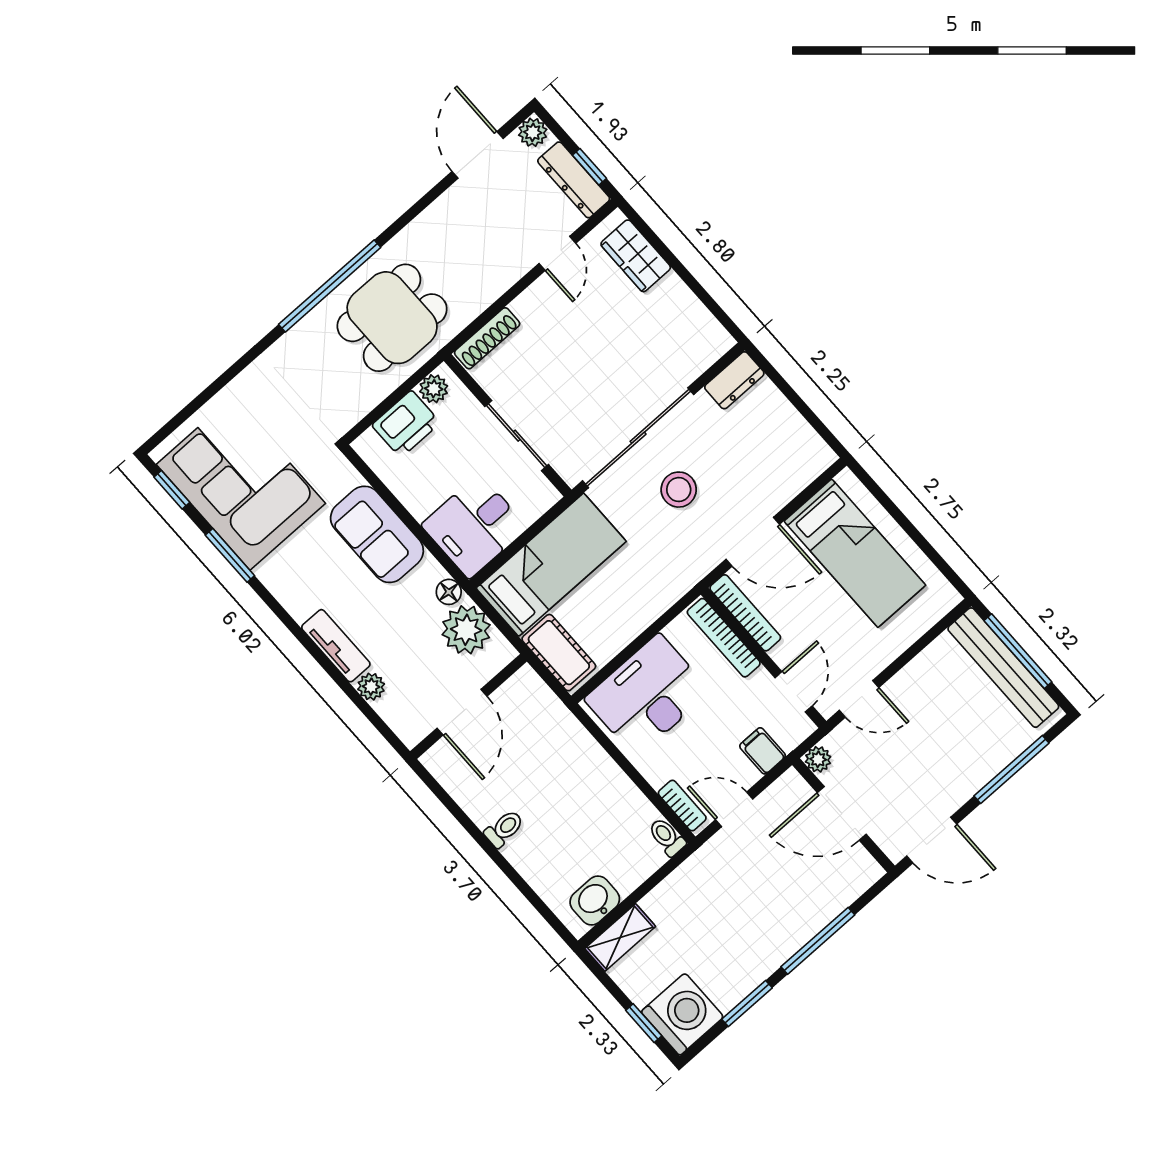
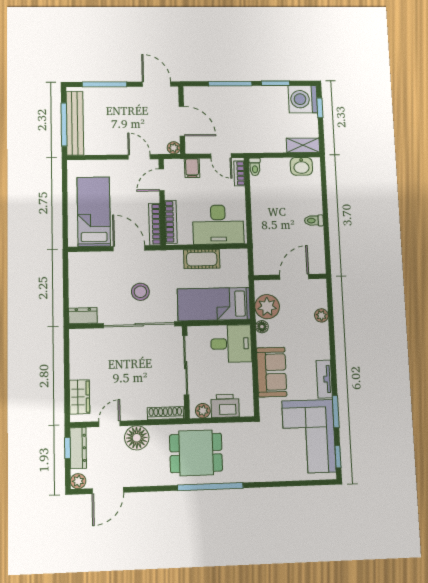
floor lamp: (499, 267) -> (137, 438), added
sliding door: (517, 436) -> (186, 365), width x1.37
tv unit: (336, 646) -> (324, 379), moved
cot: (559, 653) -> (202, 259), moved, turned 90

